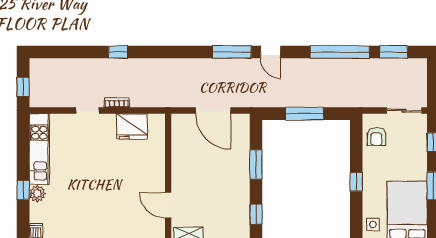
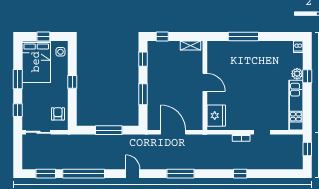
window: (232, 52) -> (181, 174), moved
fridge: (132, 126) -> (216, 116), moved, turned 90
door: (168, 205) -> (205, 82), moved

